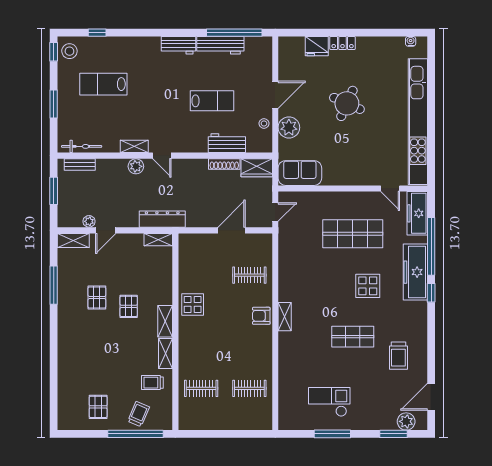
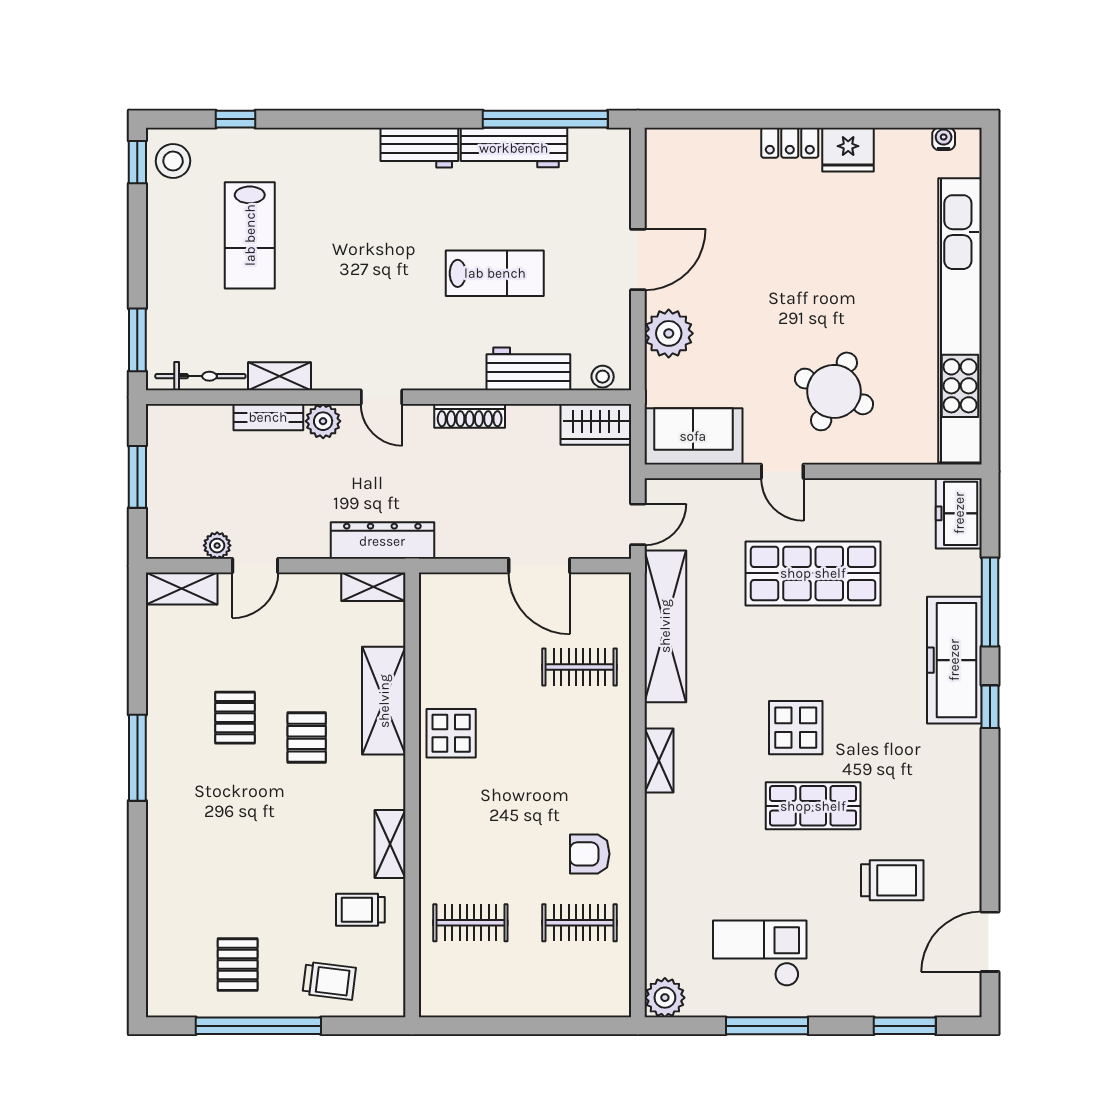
fridge: (317, 46) -> (848, 150), moved
lab bench: (103, 84) -> (250, 235), turned -90
round table: (347, 103) -> (834, 391), moved
window: (54, 104) -> (137, 340), moved
stool: (264, 123) -> (603, 377), moved
shelving: (134, 146) -> (280, 376), moved
shoe rack: (224, 164) -> (470, 416), moved
bench: (80, 165) -> (268, 417), moved
door: (390, 189) -> (782, 471), moved
freezer: (417, 213) -> (959, 513), width x0.71
door: (232, 230) -> (539, 566), swing flipped
window: (431, 246) -> (990, 602), width x0.68
shelving: (287, 257) -> (665, 626), added
window: (54, 285) -> (137, 758), moved
display table: (368, 286) -> (796, 728), moved
armchair: (261, 316) -> (590, 854), moved
shelving: (165, 321) -> (384, 701), moved, width x1.50, depth x1.33
trolley: (398, 356) -> (892, 880), moved, turned -90
trolley: (139, 414) -> (329, 981), turned 74
plant: (406, 421) -> (665, 998), moved
window: (135, 434) -> (258, 1026), moved

